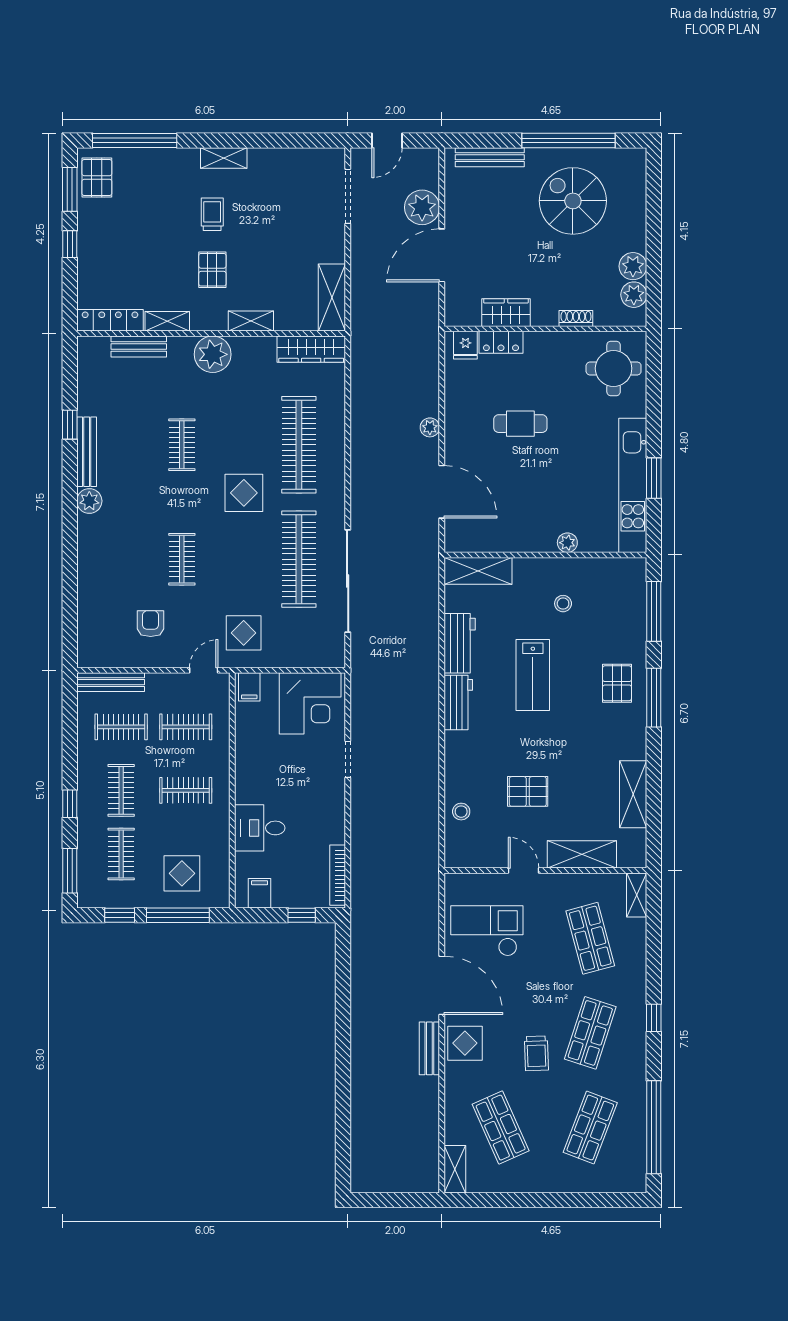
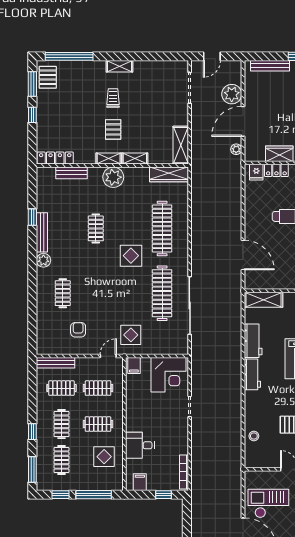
shelving: (167, 321) -> (109, 159), moved
plant: (430, 427) -> (236, 149), moved
clothes rail: (182, 559) -> (63, 293), moved
display table: (182, 873) -> (104, 457), moved

